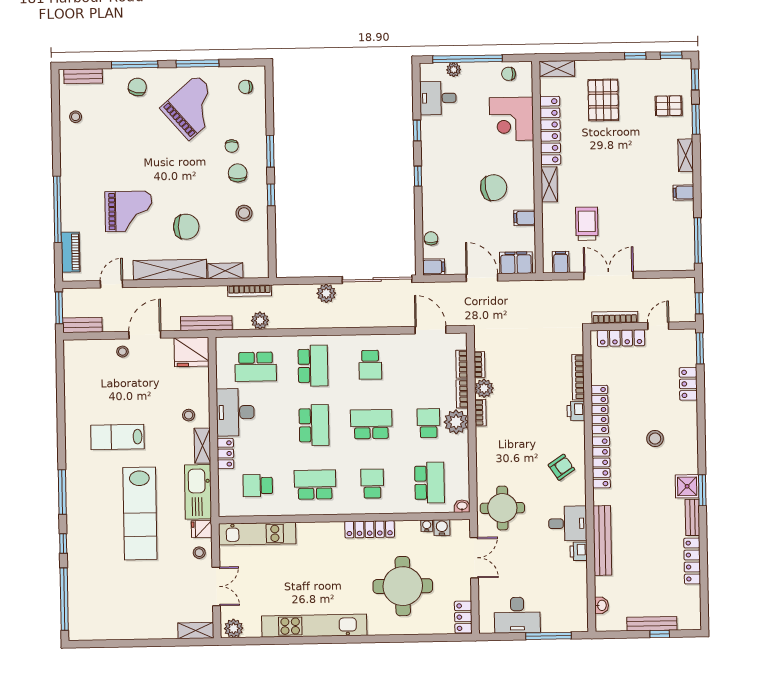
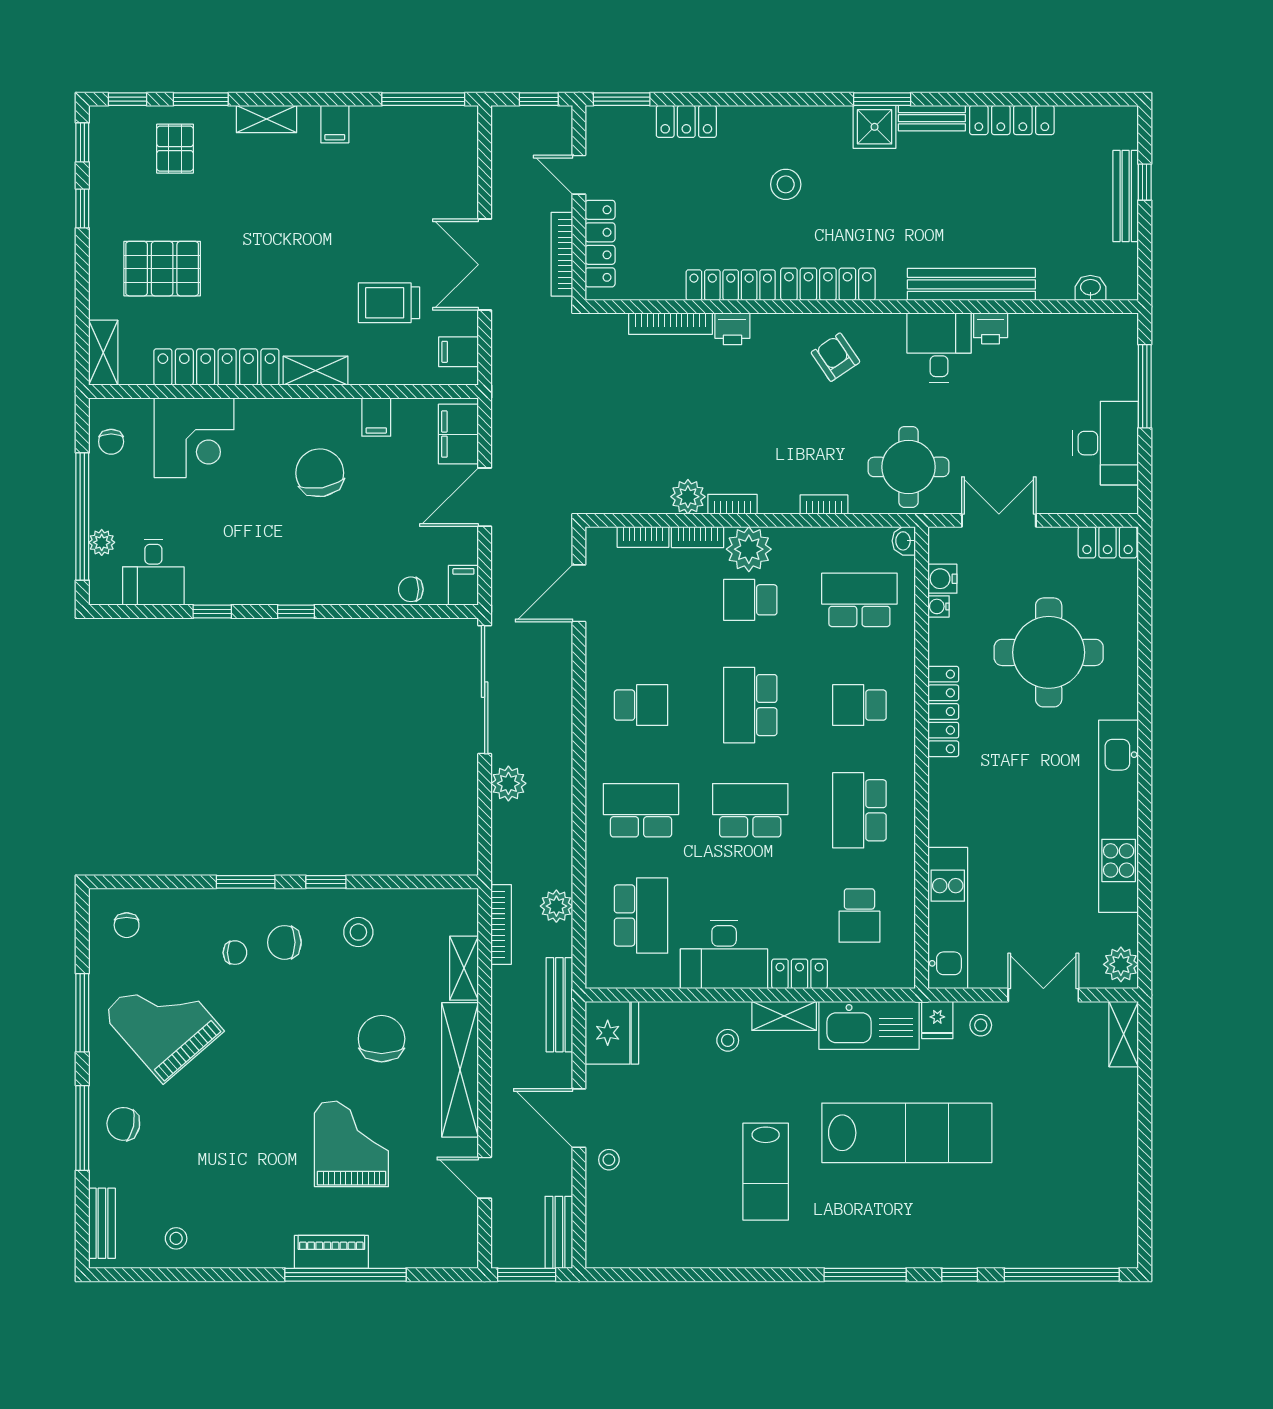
piano: (70, 252) -> (331, 1252), moved
bookcase: (479, 365) -> (824, 505), moved

